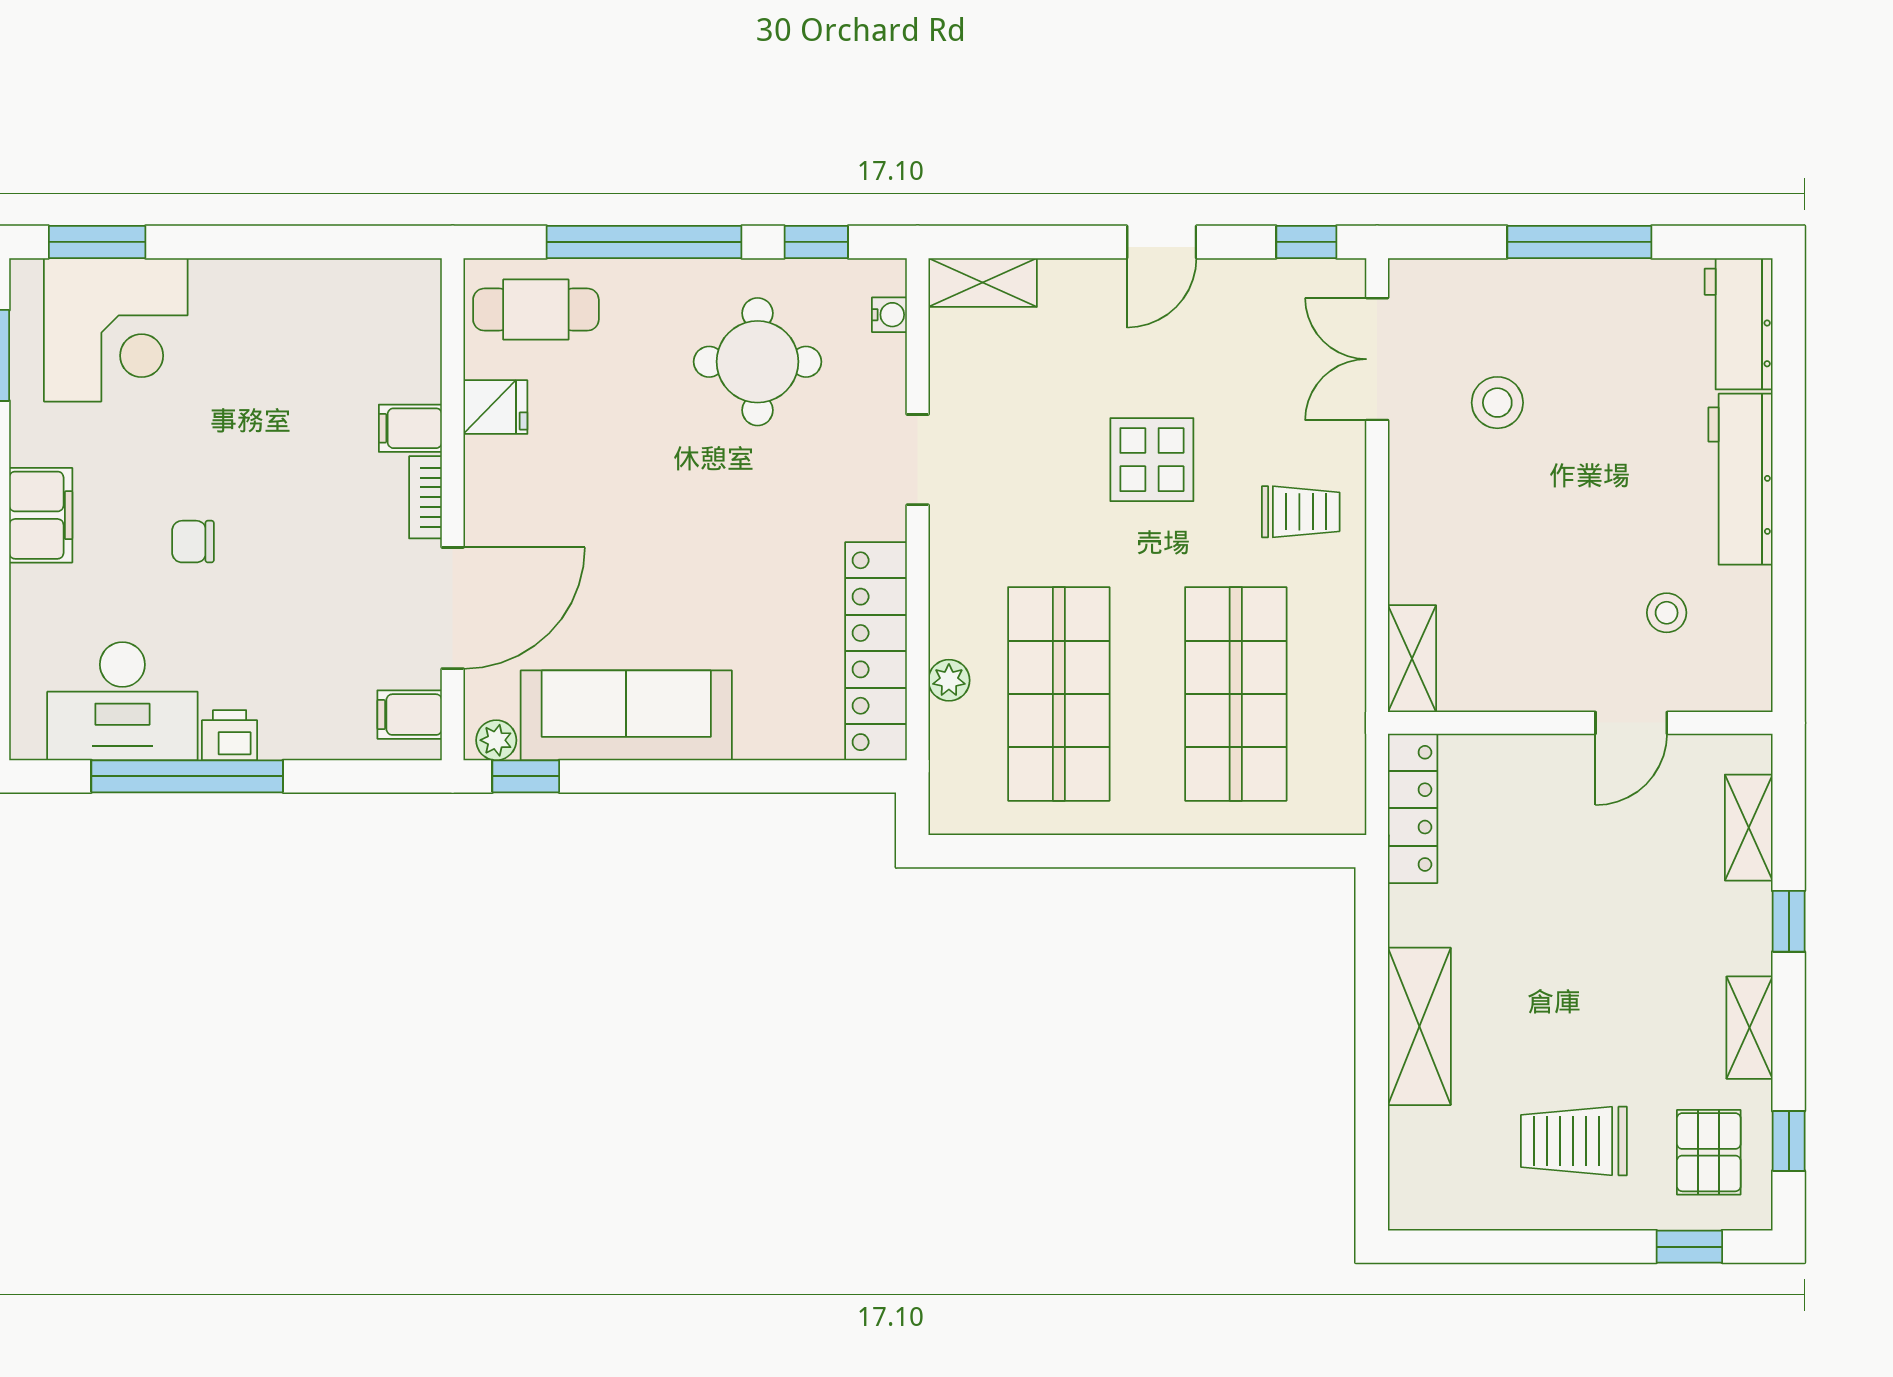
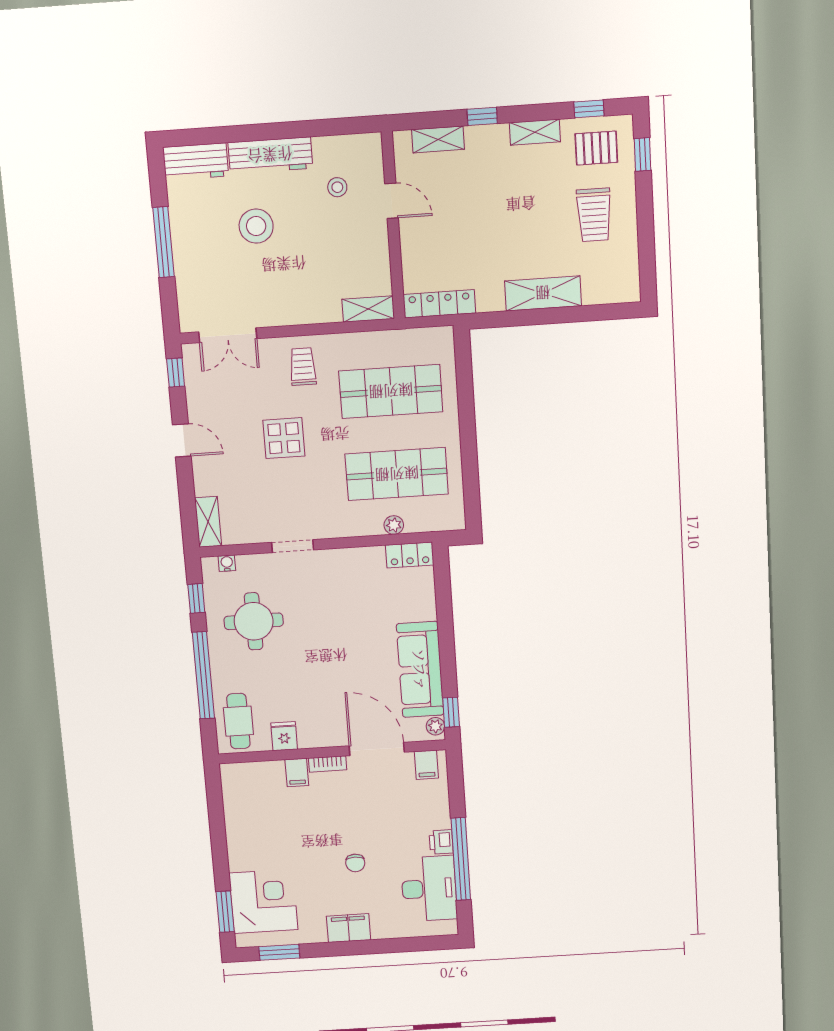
stool: (1497, 403) -> (256, 226), moved, width x1.38, depth x1.38
locker: (876, 651) -> (410, 555), width x0.46, depth x0.83

